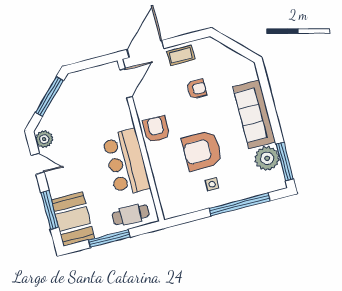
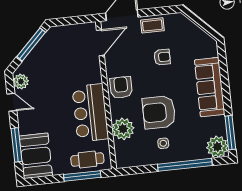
plant: (267, 158) -> (217, 147), moved
plant: (165, 175) -> (123, 129), added
window: (109, 238) -> (82, 176), moved

